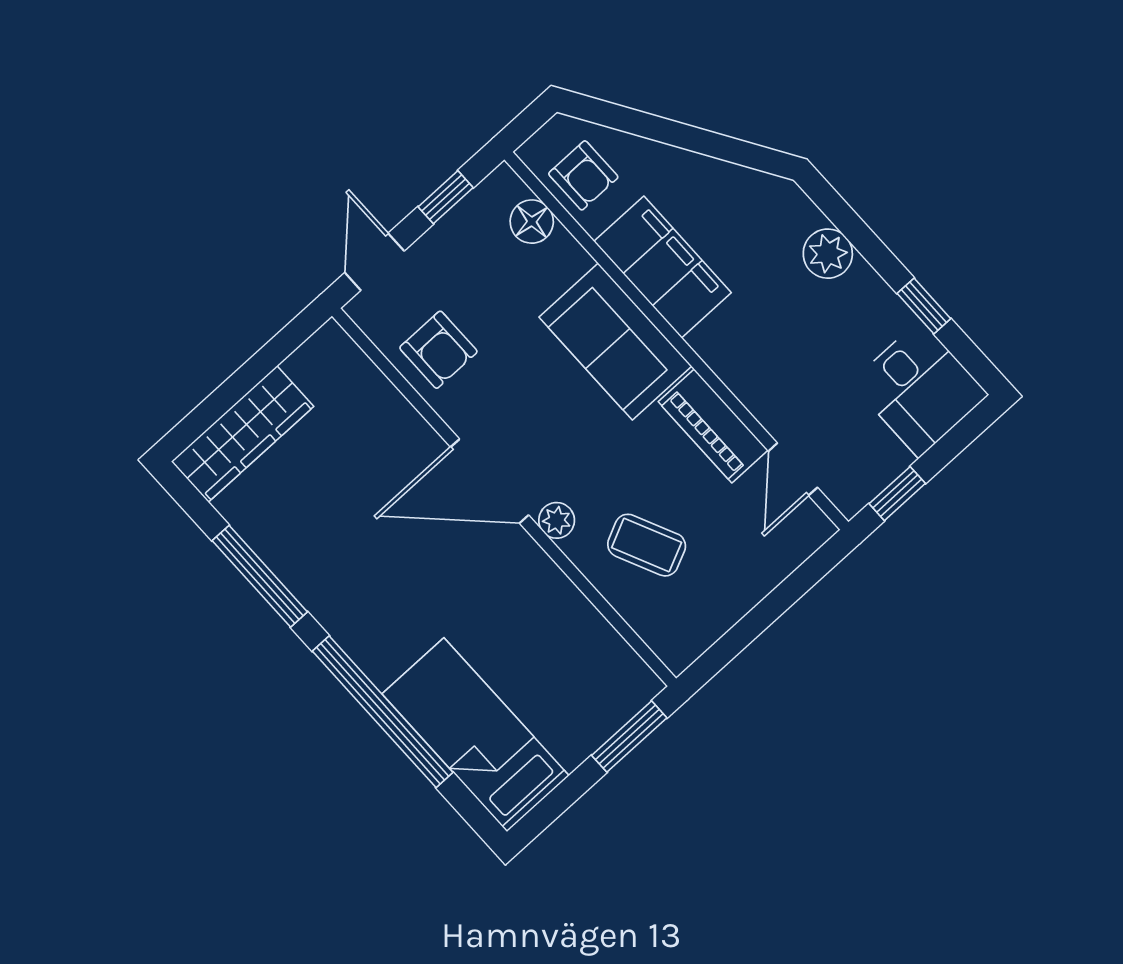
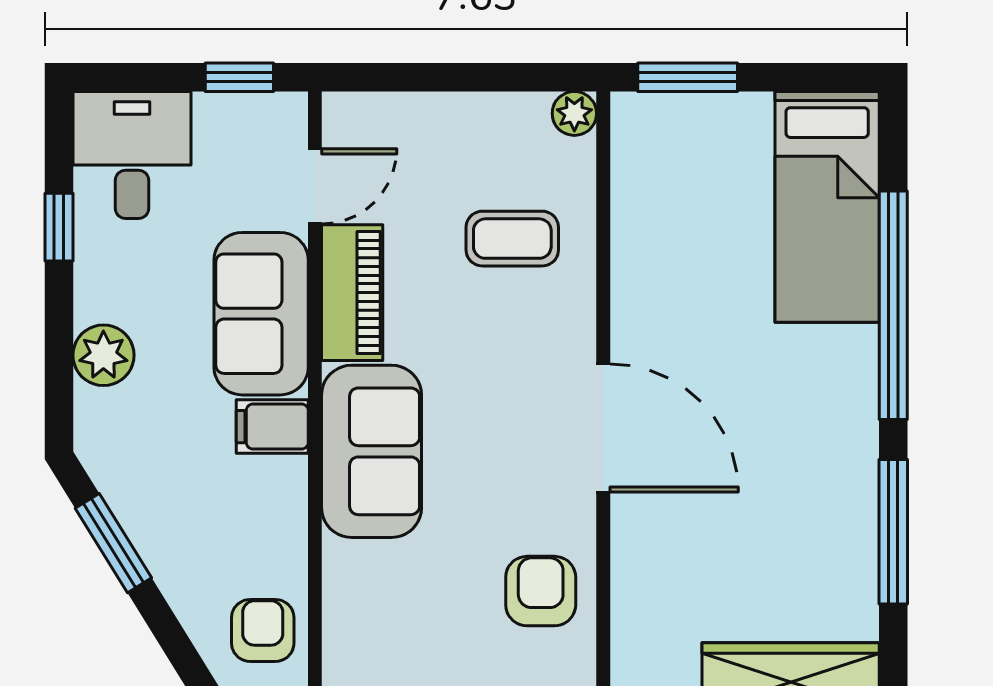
window: (720, 147) -> (113, 543), added
floor lamp: (532, 222) -> (348, 631), removed
filing cabinet: (663, 267) -> (272, 427), width x0.33, depth x0.86
sofa: (756, 364) -> (261, 314), added
plant: (557, 520) -> (574, 113), moved
coffee table: (647, 545) -> (512, 239), turned -65

